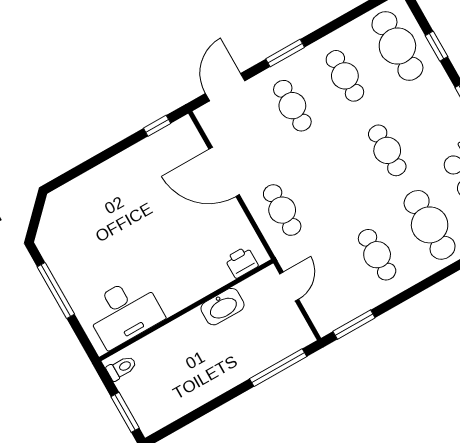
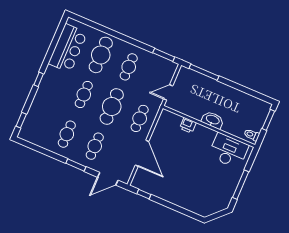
cafe table: (397, 46) -> (112, 106), moved
window: (437, 46) -> (21, 120), moved
printer: (241, 262) -> (188, 125), moved
washbasin: (223, 307) -> (213, 120), moved

